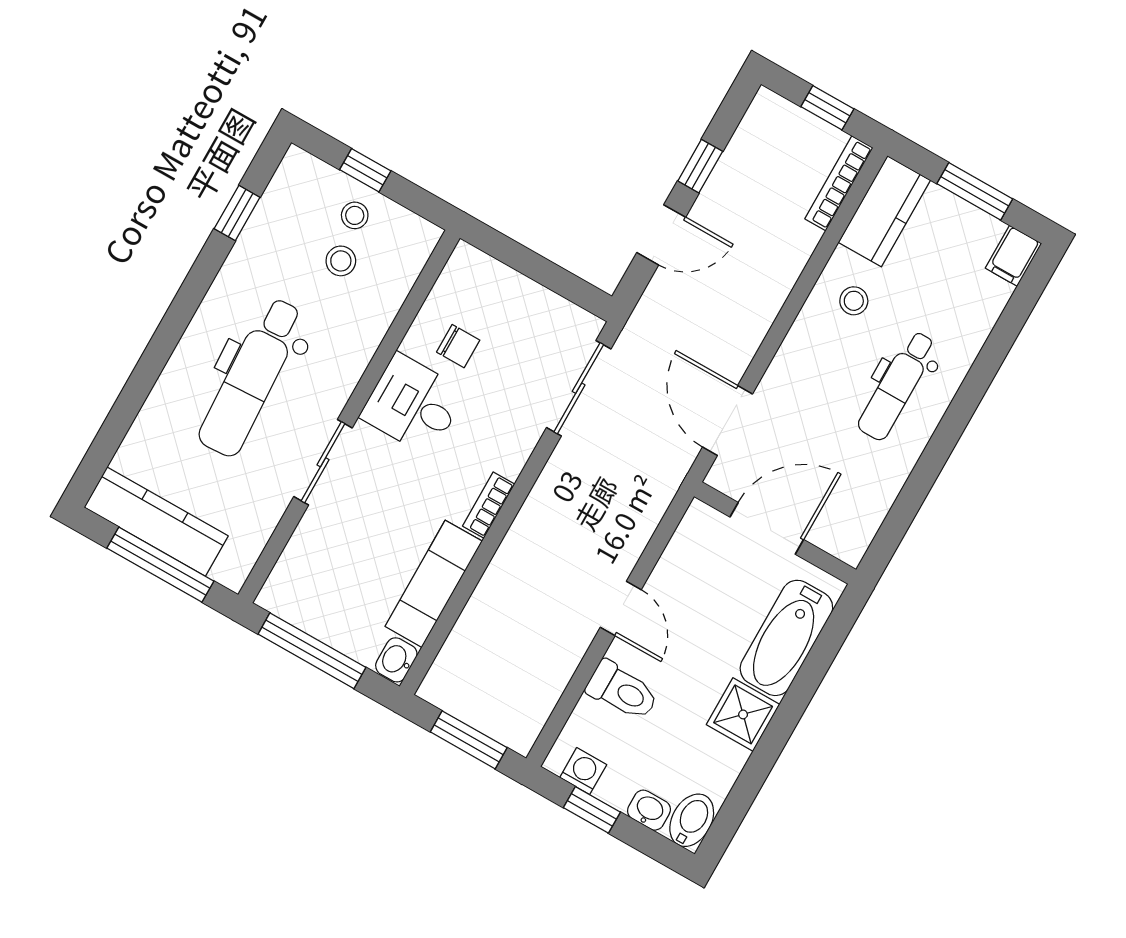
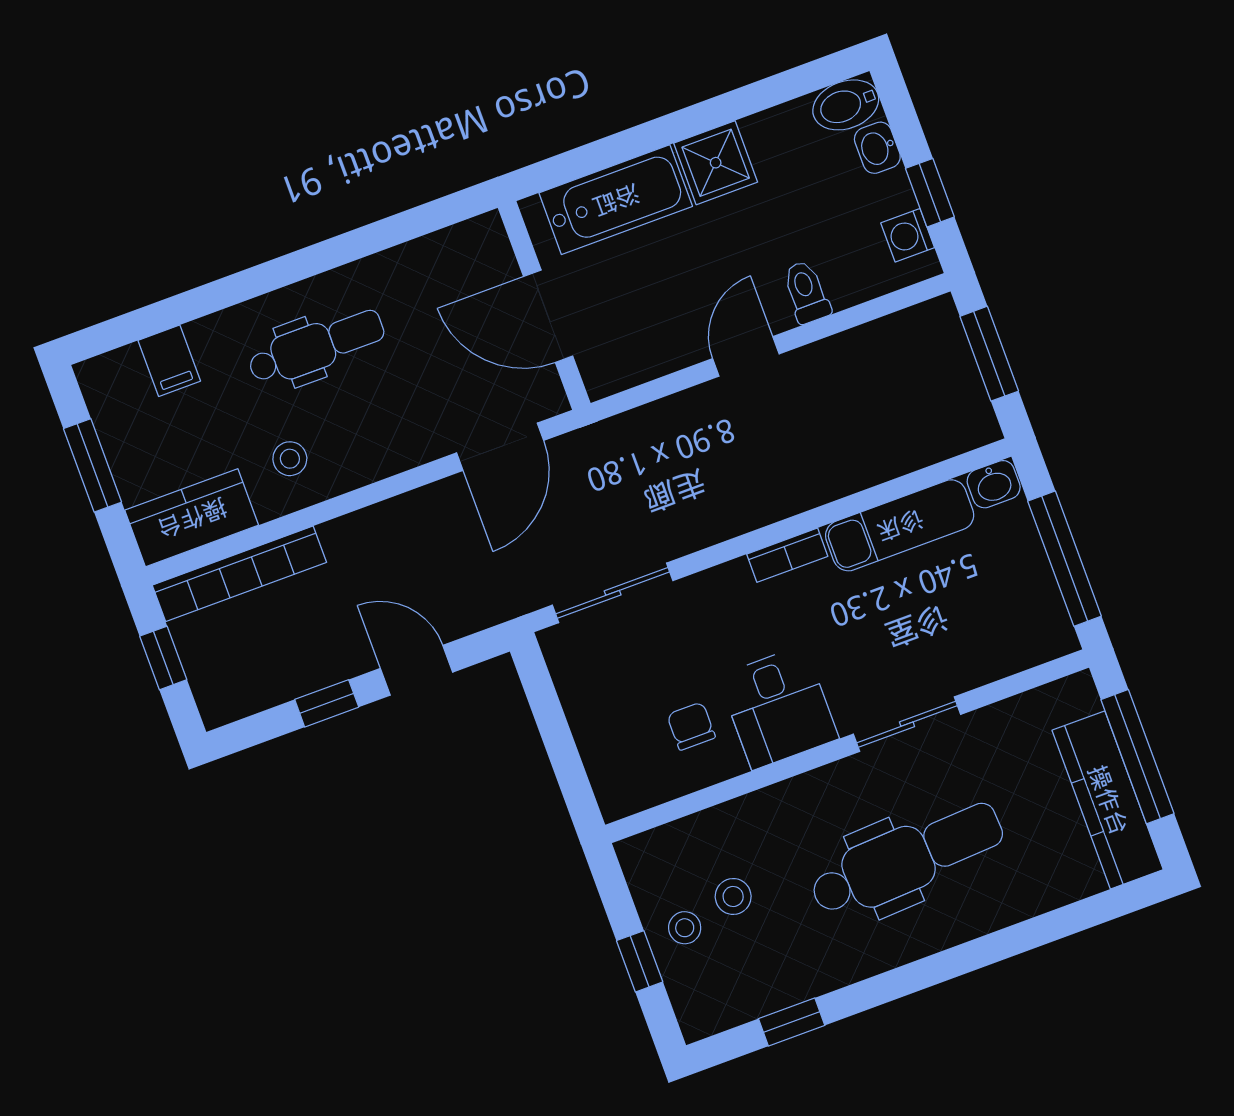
bookcase: (839, 183) -> (239, 574), width x1.48, depth x1.31
filing cabinet: (1013, 256) -> (169, 361), moved, turned 90
toilet: (622, 691) -> (806, 292), width x0.73, depth x0.72

